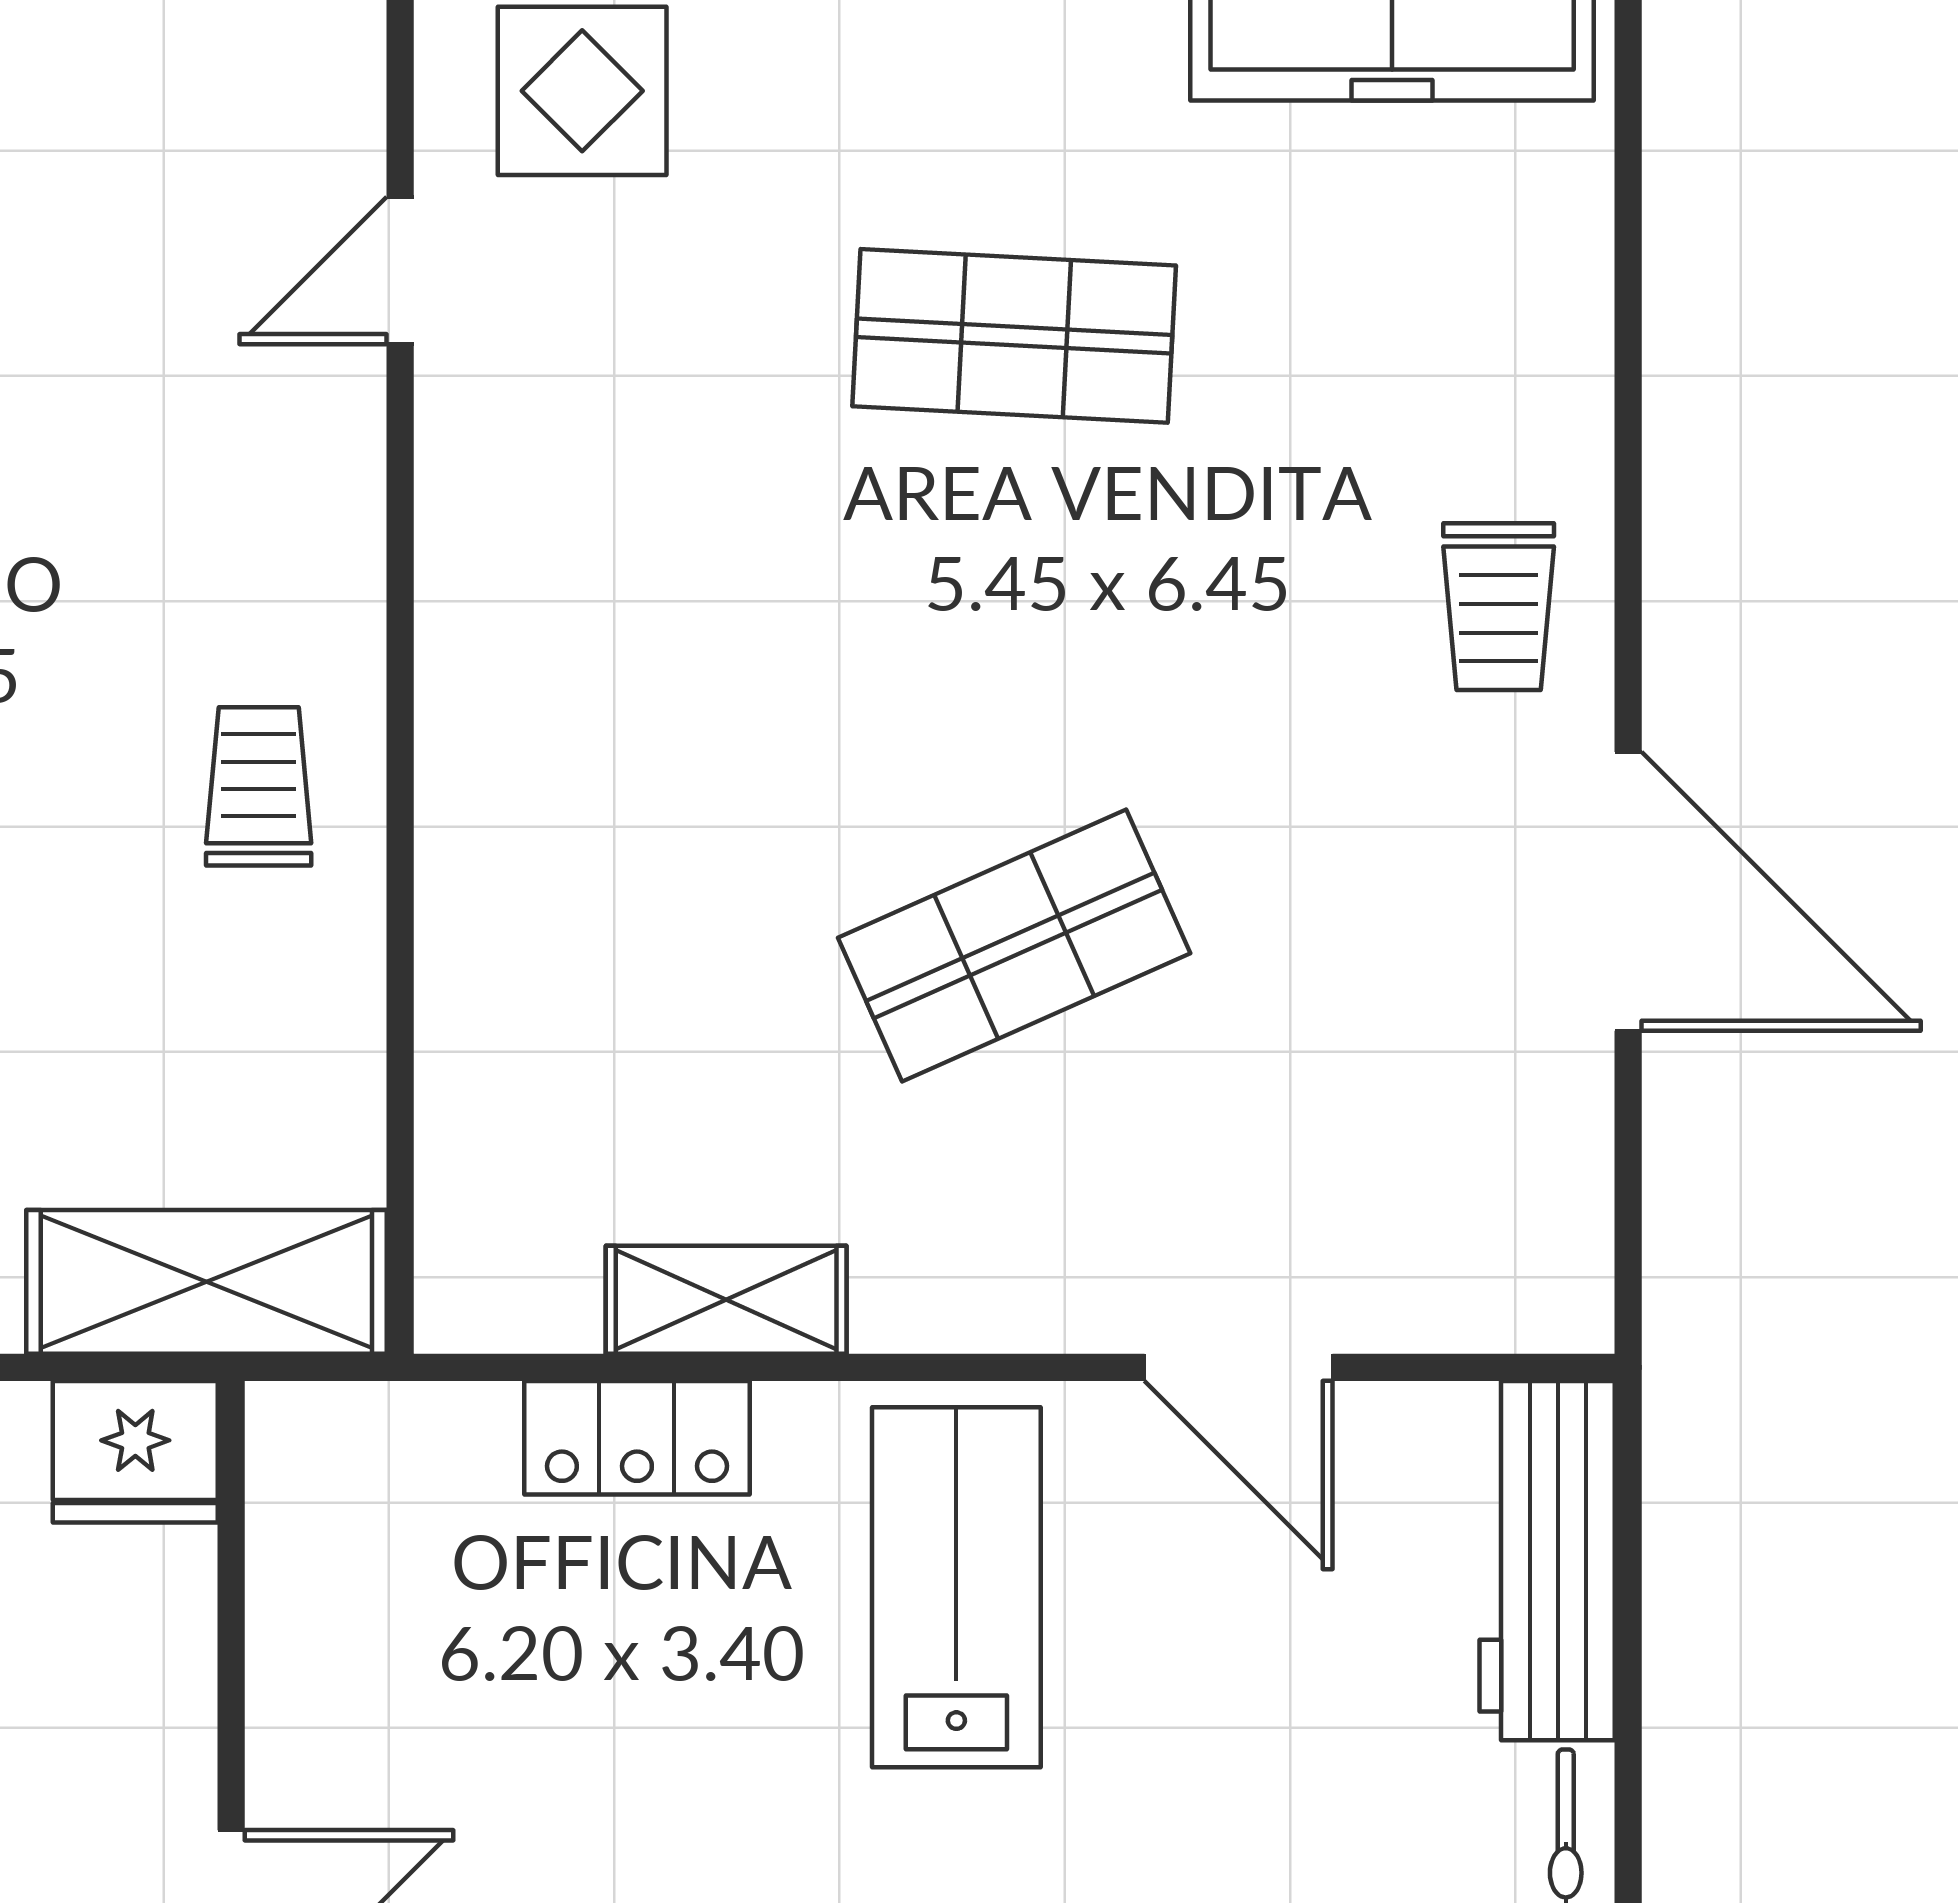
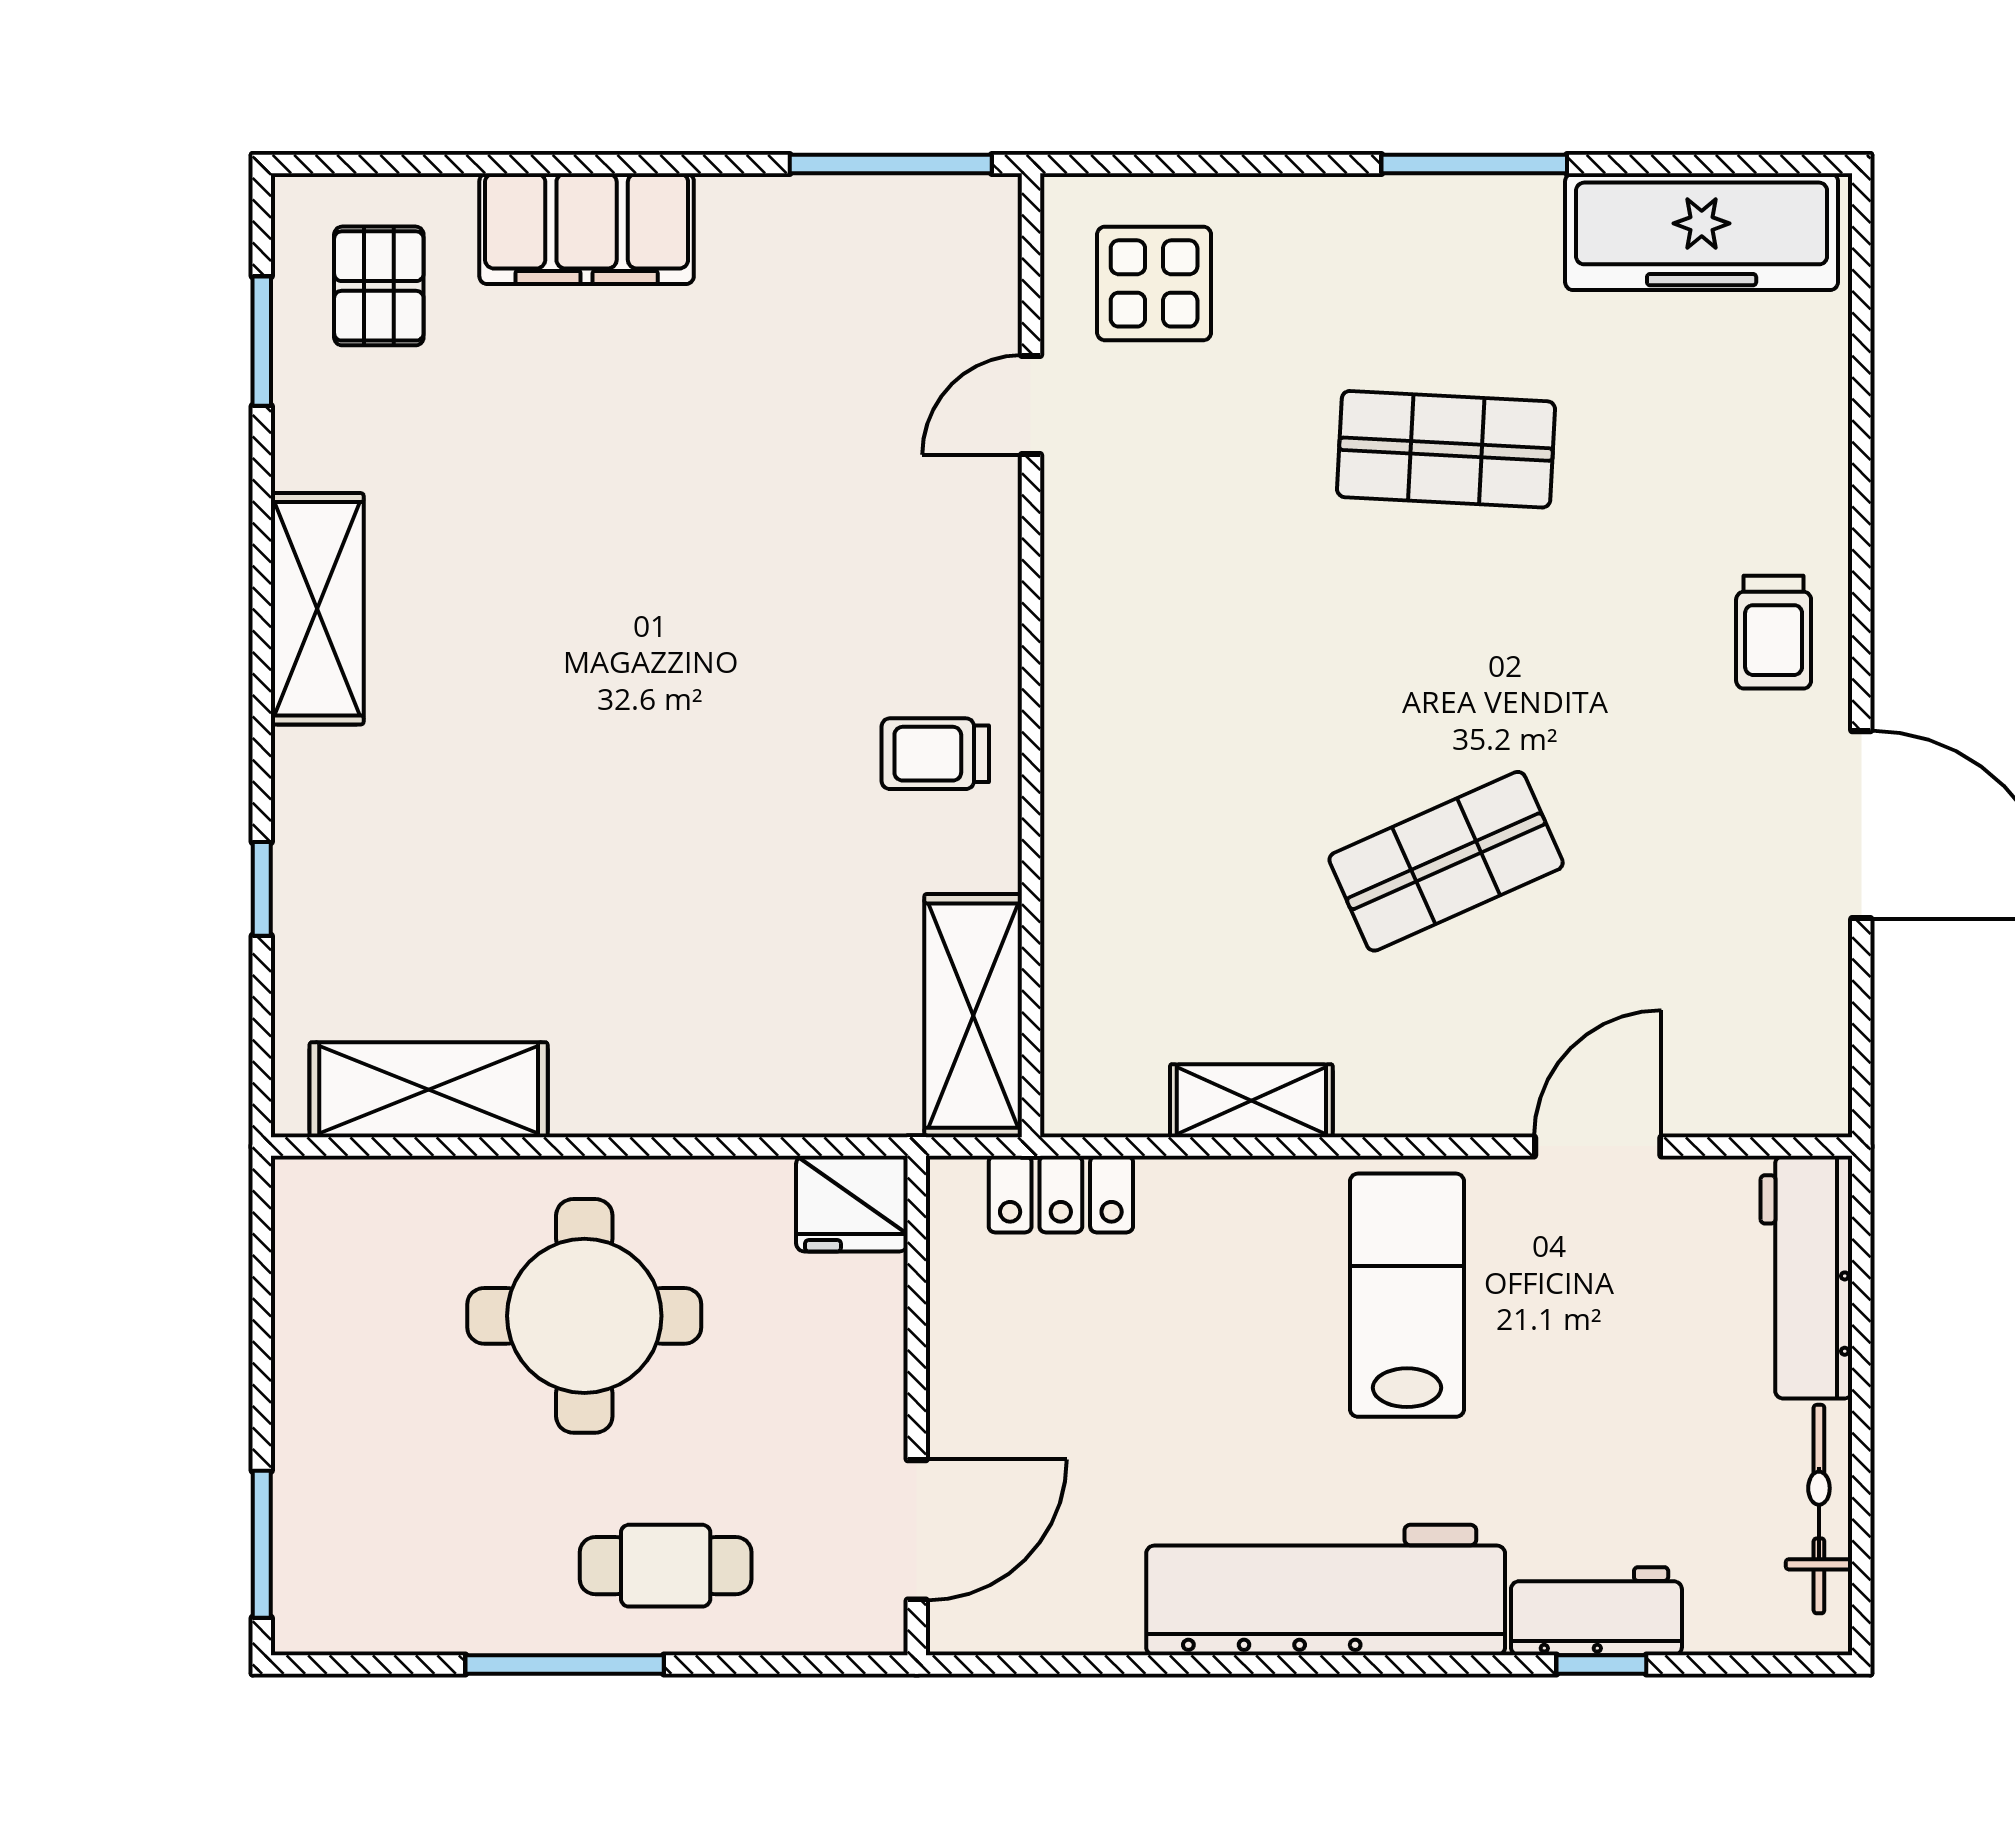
trolley: (259, 786) -> (935, 754), turned -90
shelving: (206, 1282) -> (973, 1016), moved, turned 90
door: (1239, 1367) -> (1598, 1146), swing flipped
locker: (637, 1438) -> (1061, 1194), moved

